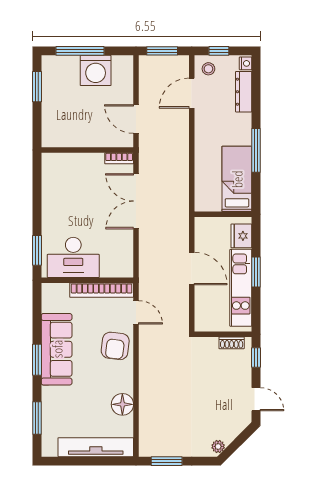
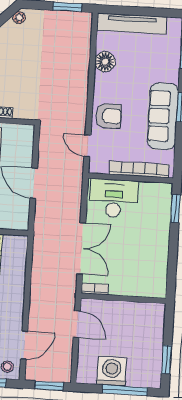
desk: (73, 257) -> (114, 198), moved
bookcase: (102, 290) -> (139, 169), moved
armchair: (115, 346) -> (109, 116), turned 83

